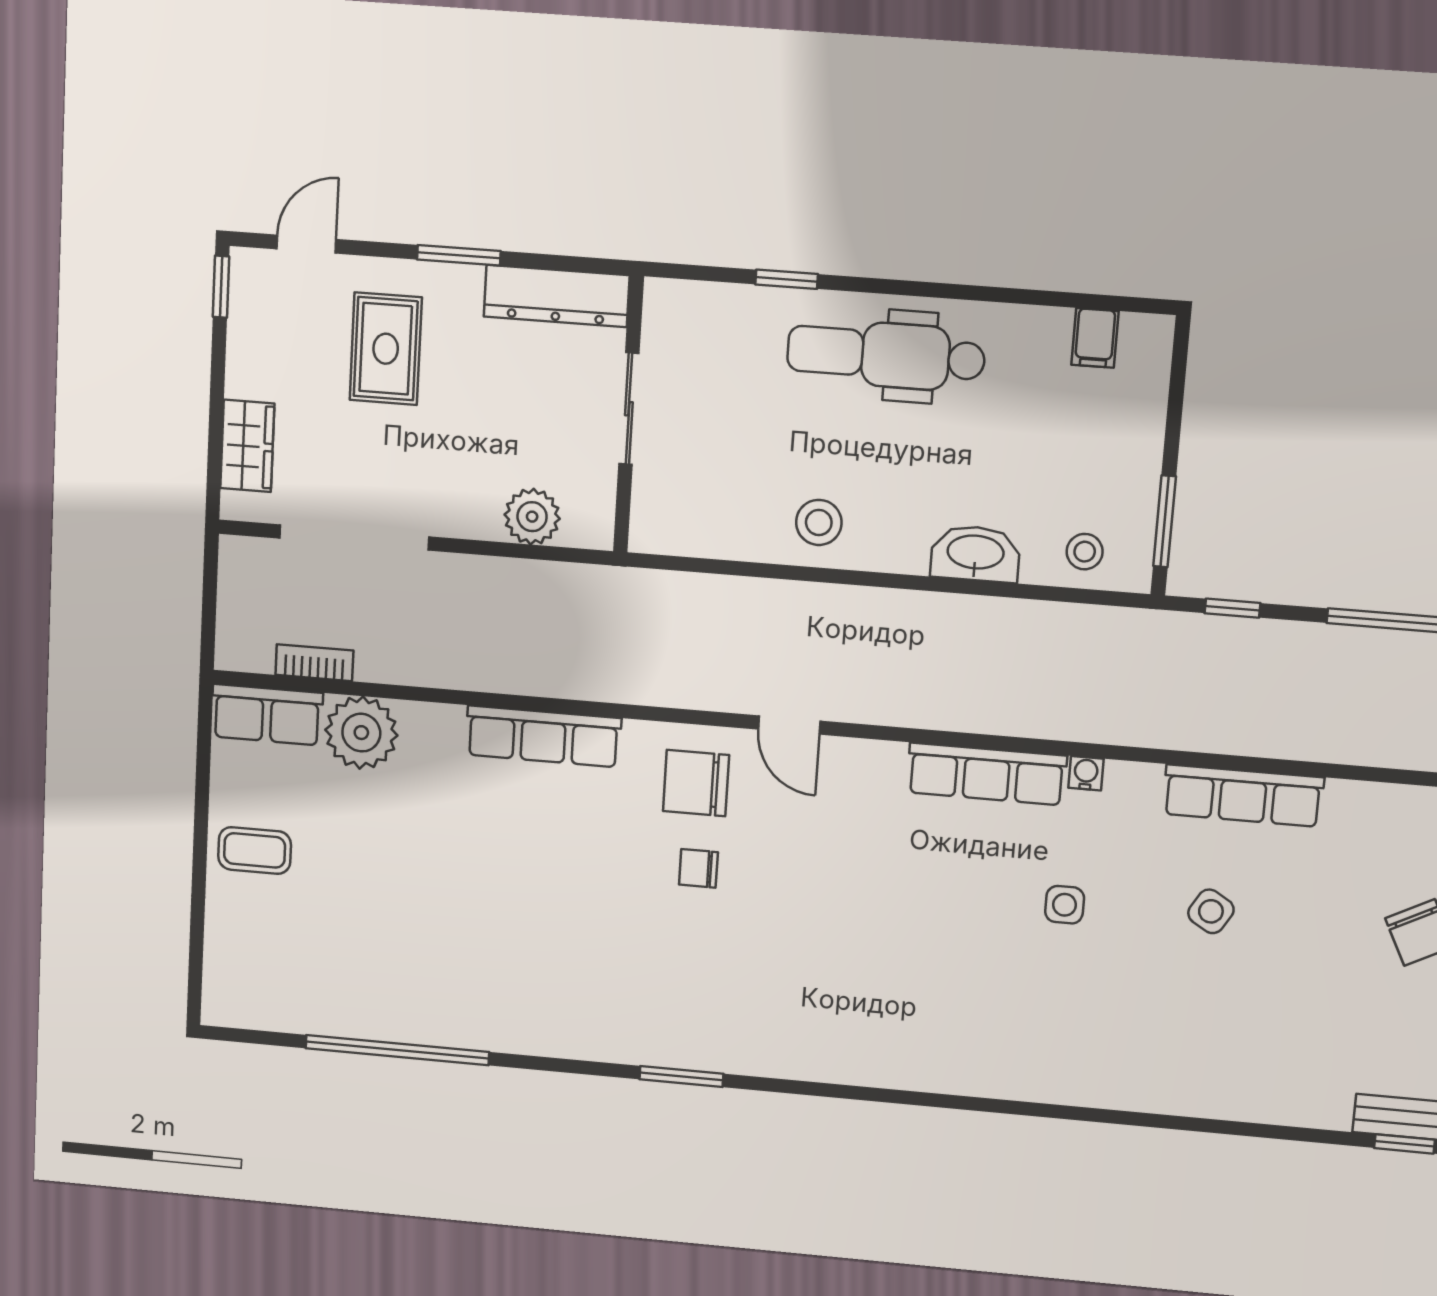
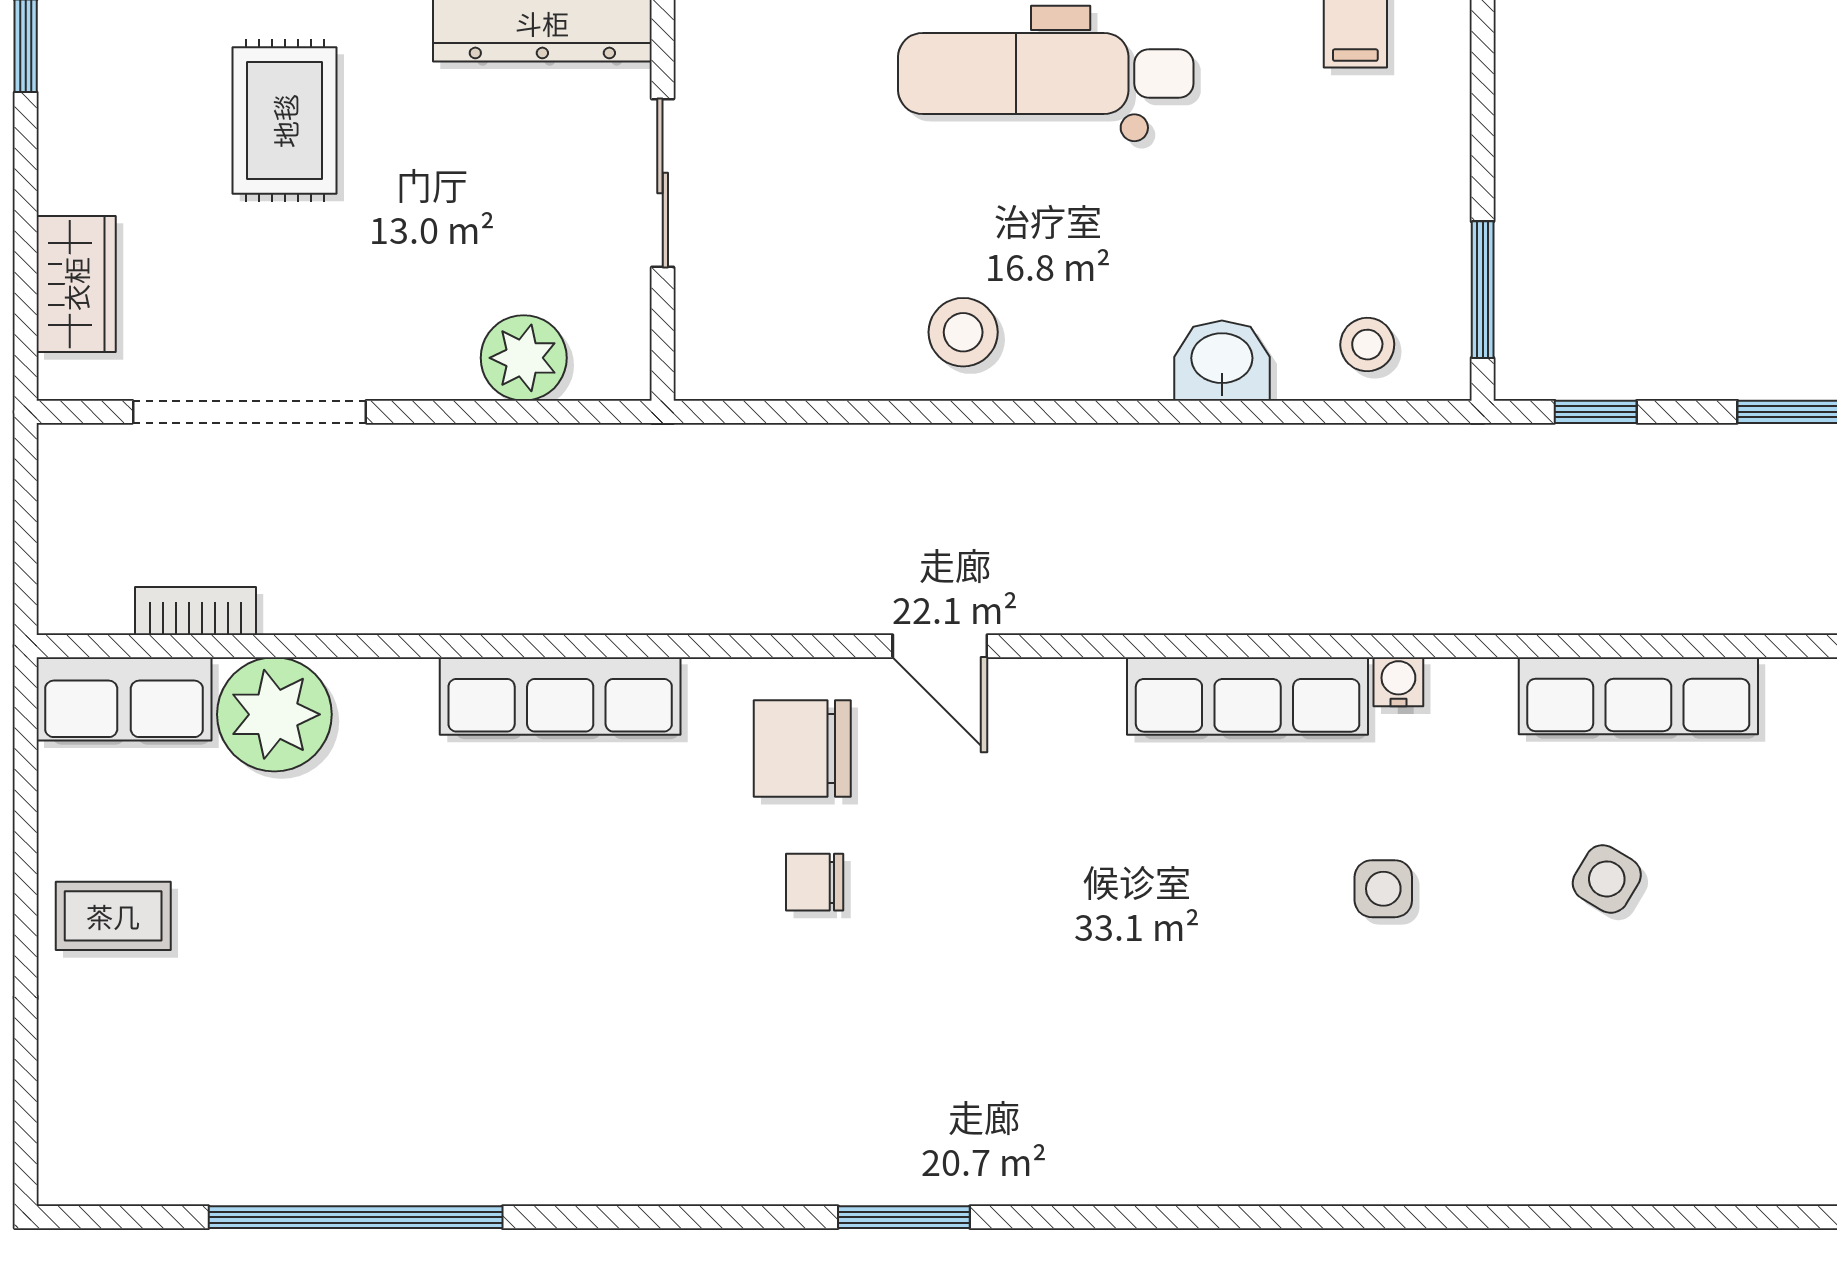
washbasin: (975, 554) -> (1222, 361), width x0.72
window: (681, 1077) -> (904, 1217), moved

